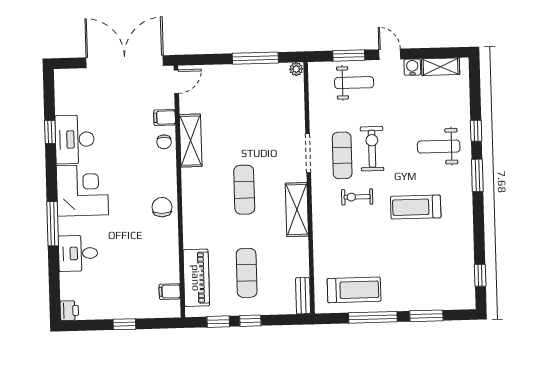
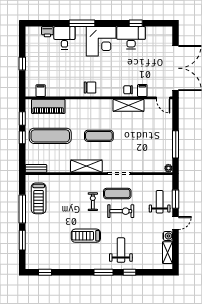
weight bench: (354, 83) -> (160, 202), turned 180
treadmill: (416, 207) -> (86, 236), turned -90
exercise mat: (247, 273) -> (50, 136), width x1.36, depth x1.45
printer: (69, 311) -> (47, 32), moved

